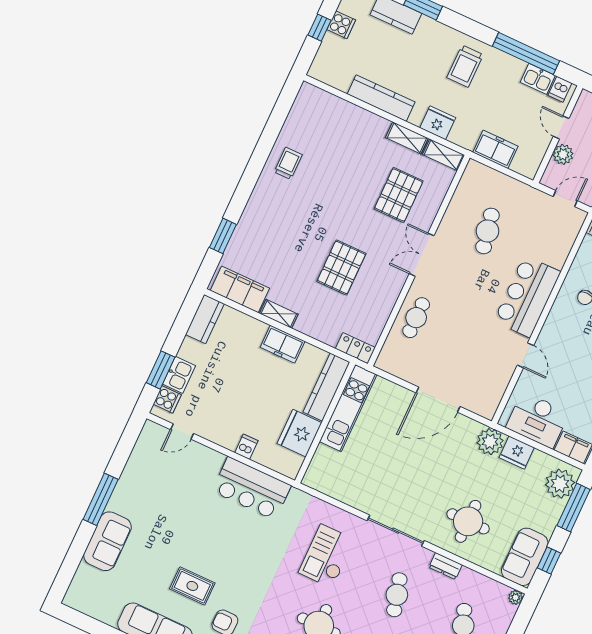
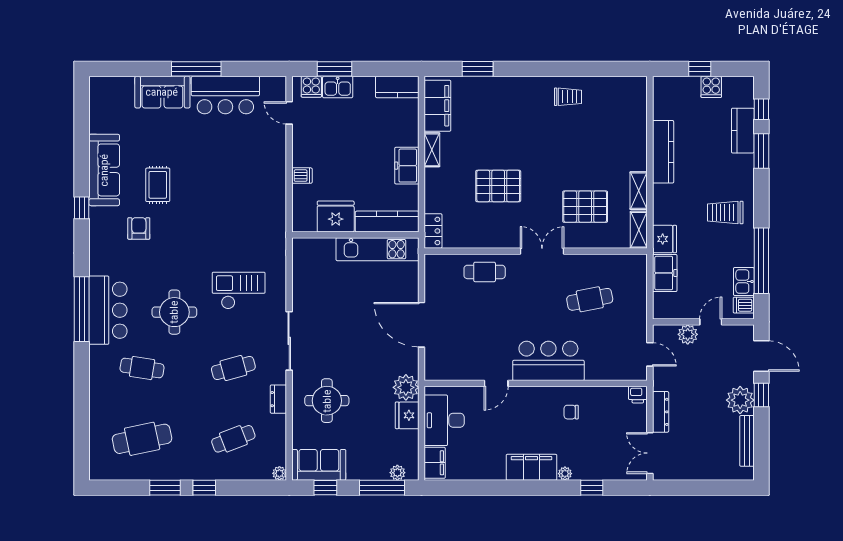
fridge: (438, 123) -> (664, 239), moved
plant: (560, 484) -> (397, 473), width x0.53, depth x0.53
bar counter: (252, 488) -> (225, 95), moved, turned -90

